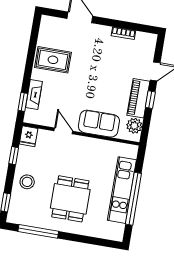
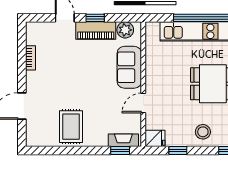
fireplace: (34, 95) -> (123, 140), moved

